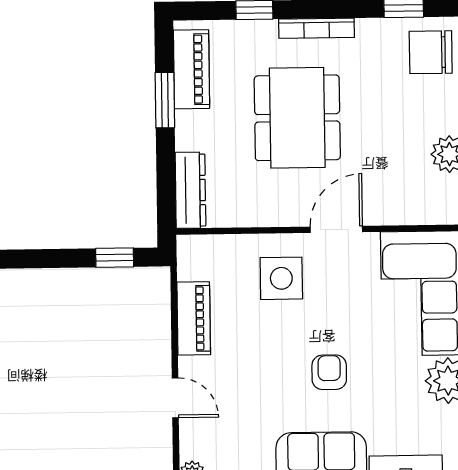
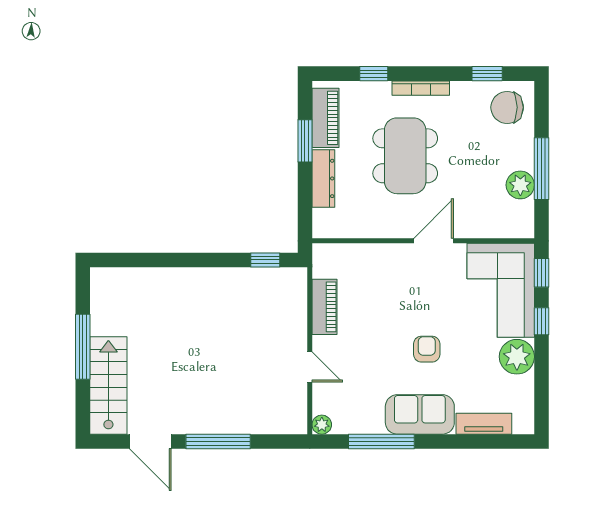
dresser: (190, 190) -> (323, 178), moved
side table: (281, 278) -> (391, 277), removed

